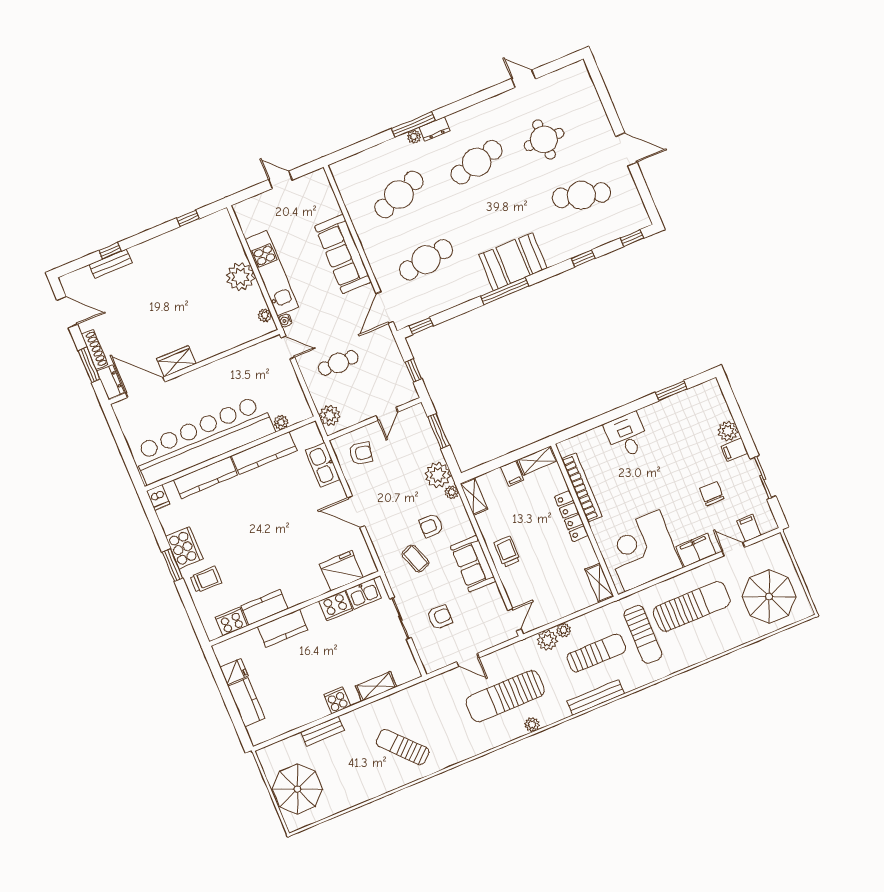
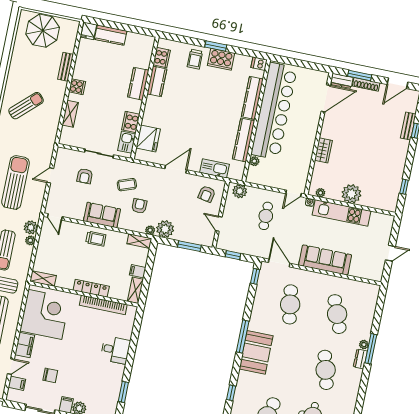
wardrobe: (176, 361) -> (323, 150), moved
fridge: (234, 672) -> (89, 31), moved

